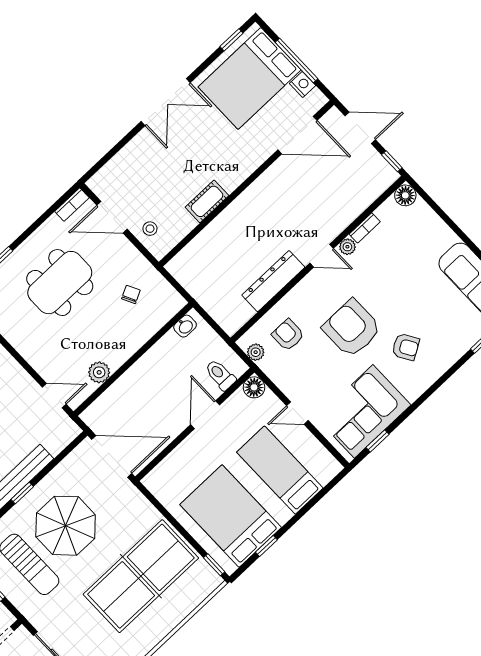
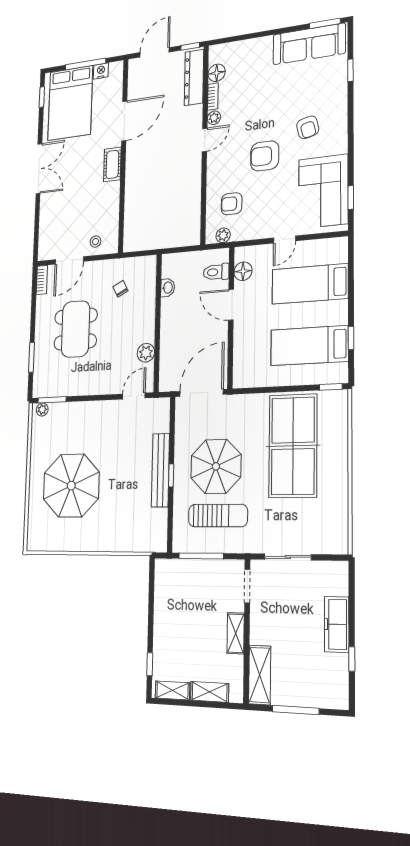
door: (297, 135) -> (124, 121), moved
floor lamp: (405, 195) -> (217, 73), moved
cot: (207, 201) -> (112, 164), moved
dresser: (273, 281) -> (194, 77), moved
washbasin: (185, 326) -> (168, 288), moved
armchair: (352, 328) -> (265, 156), width x0.73, depth x0.73
armchair: (406, 347) -> (308, 127), turned 107
floor lamp: (254, 387) -> (243, 271), moved
bed: (231, 516) -> (309, 346), width x0.67

